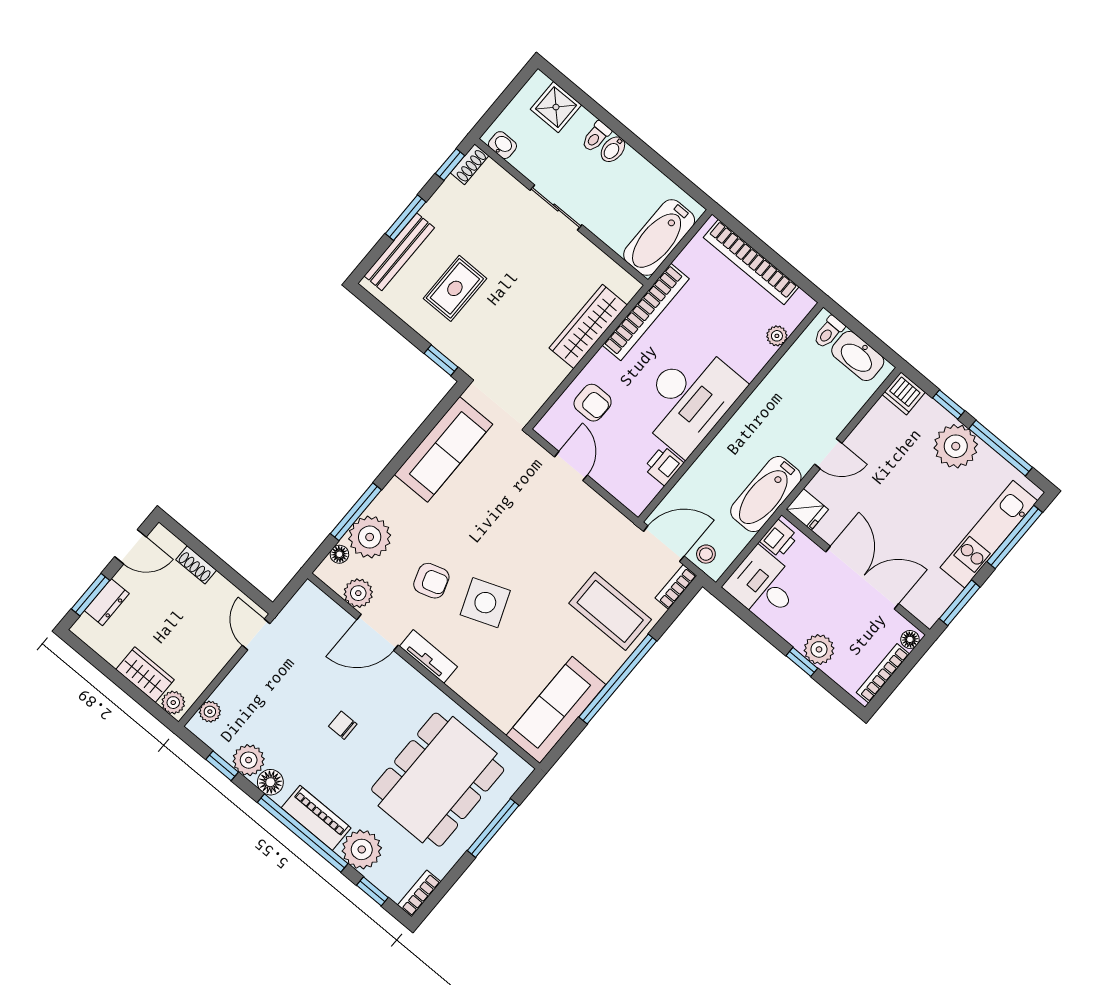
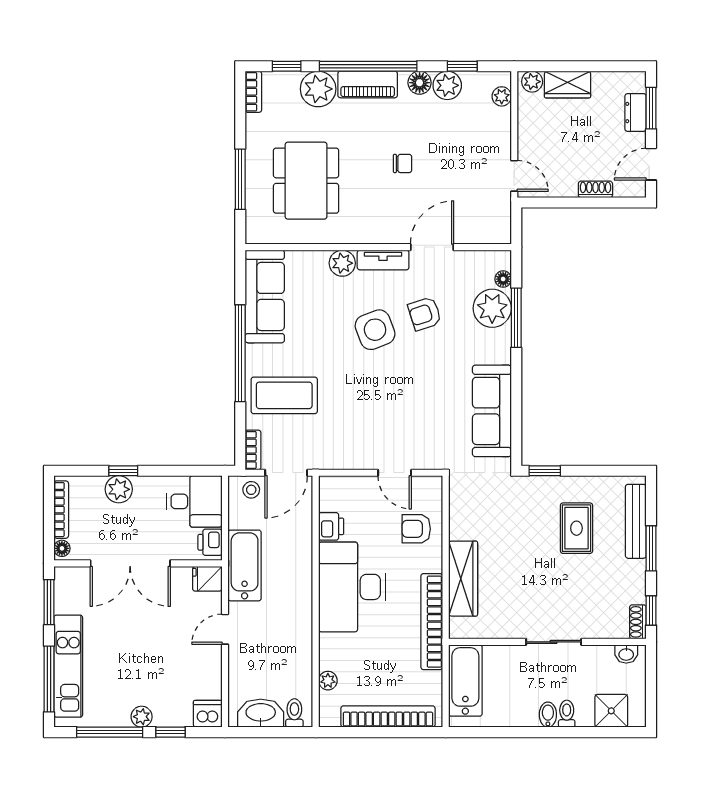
plant: (956, 446) -> (142, 717), width x0.53, depth x0.53
plant: (358, 593) -> (342, 263), moved
dining table: (438, 780) -> (306, 181), width x0.73, depth x0.80

